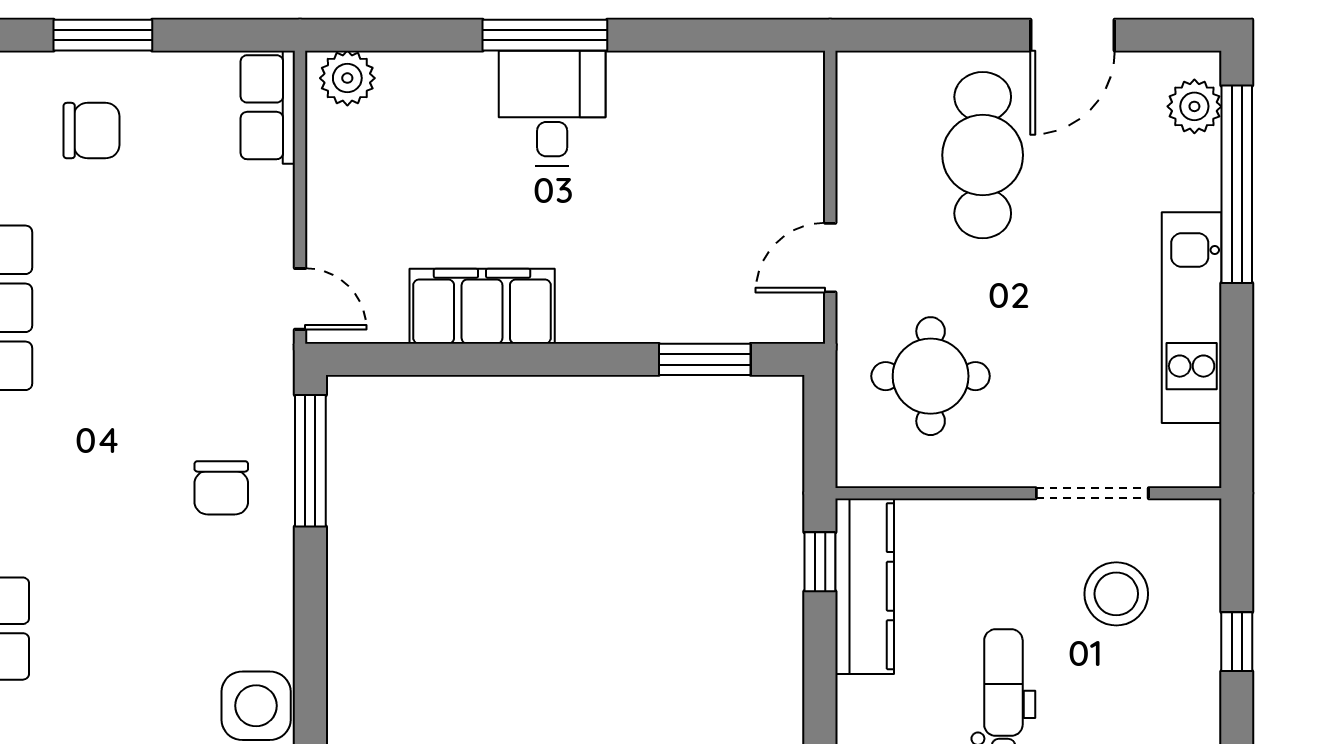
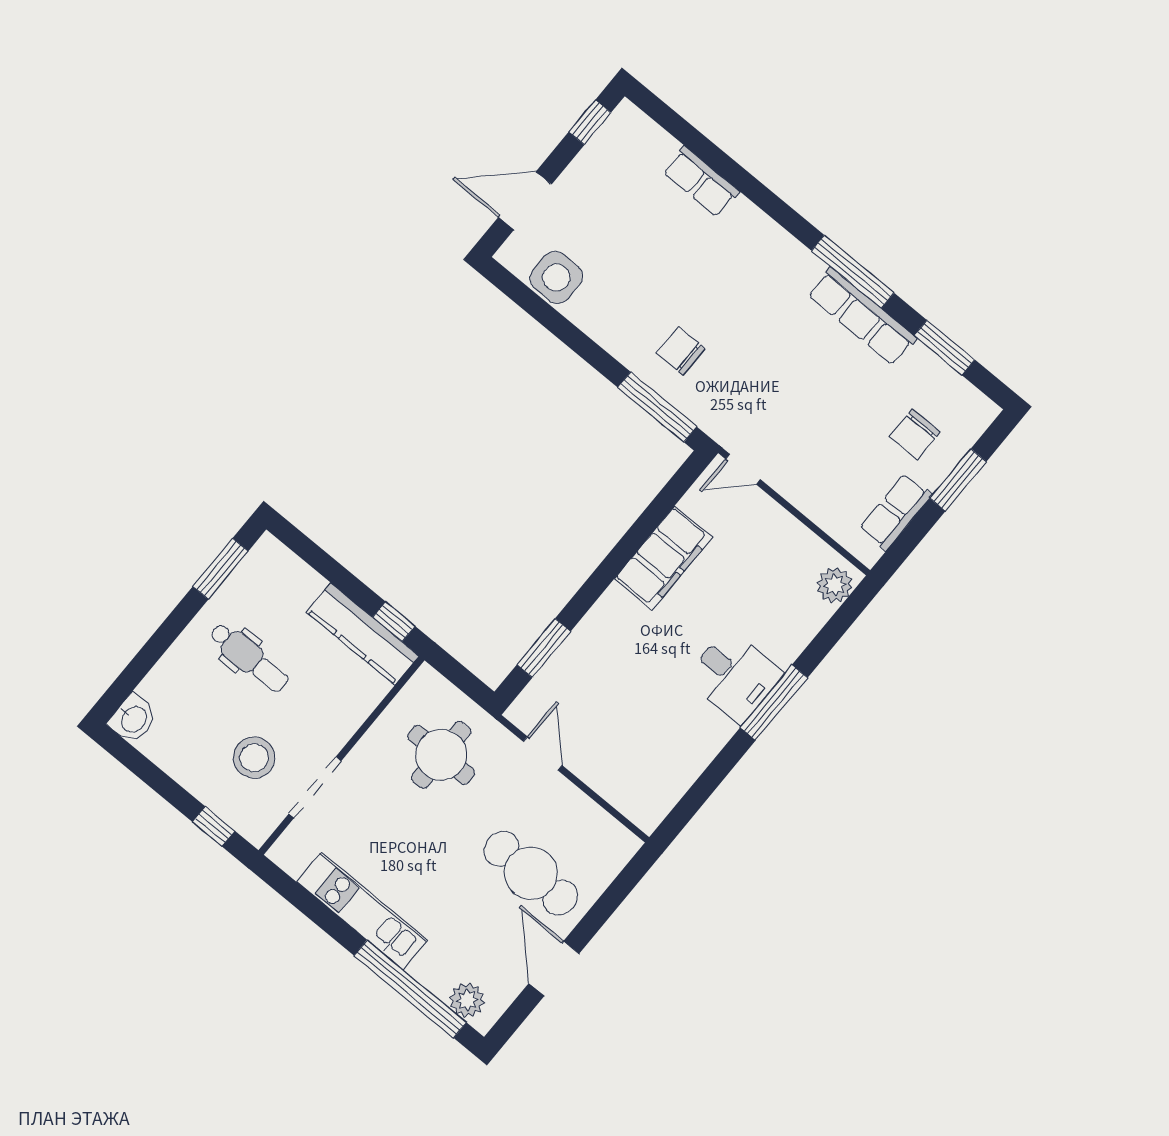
row of seats: (268, 107) -> (896, 512), moved, turned -90
window: (1237, 642) -> (214, 826), moved

